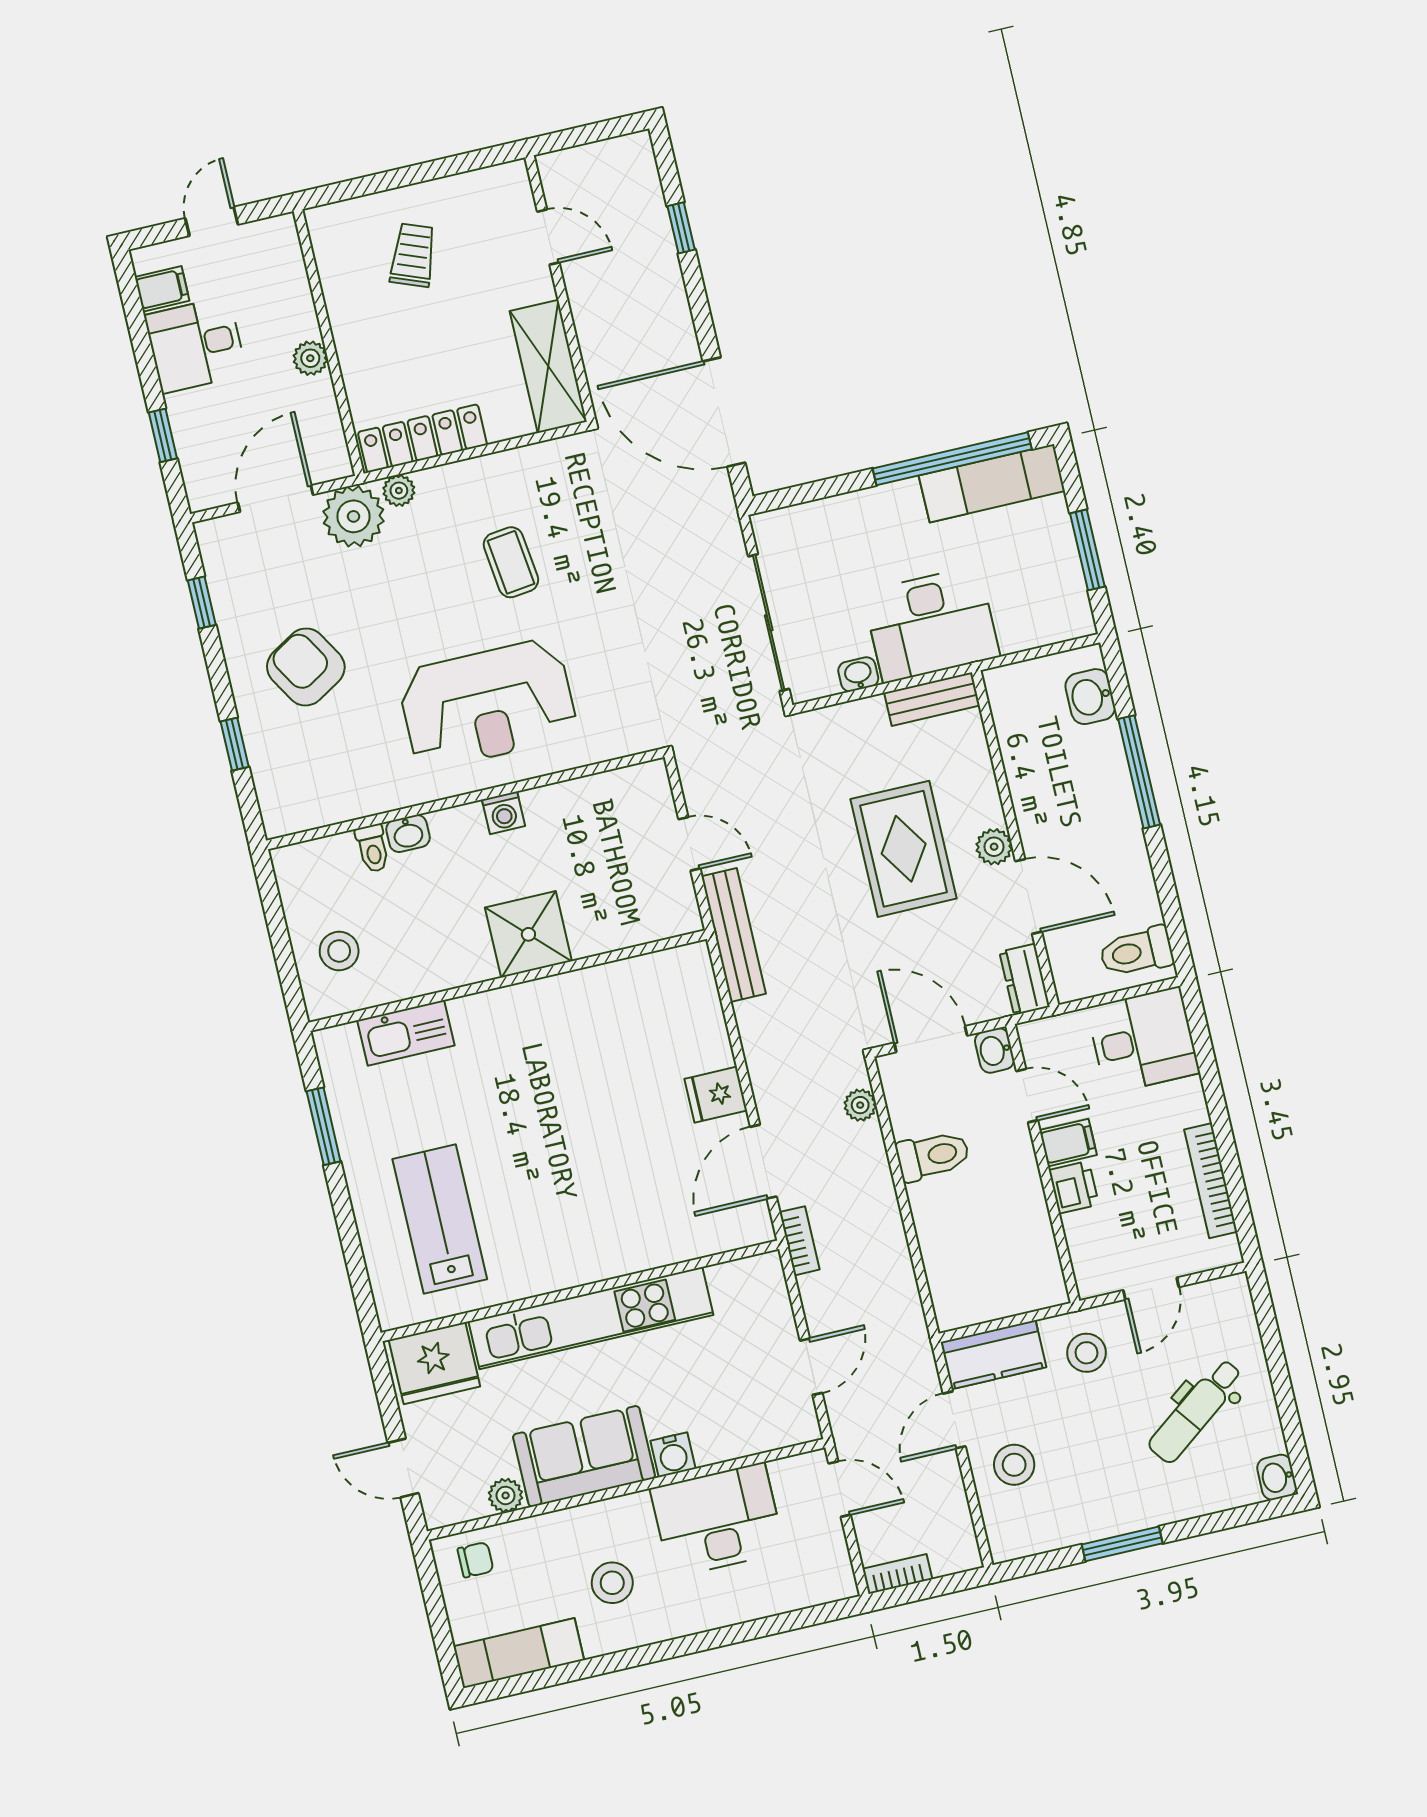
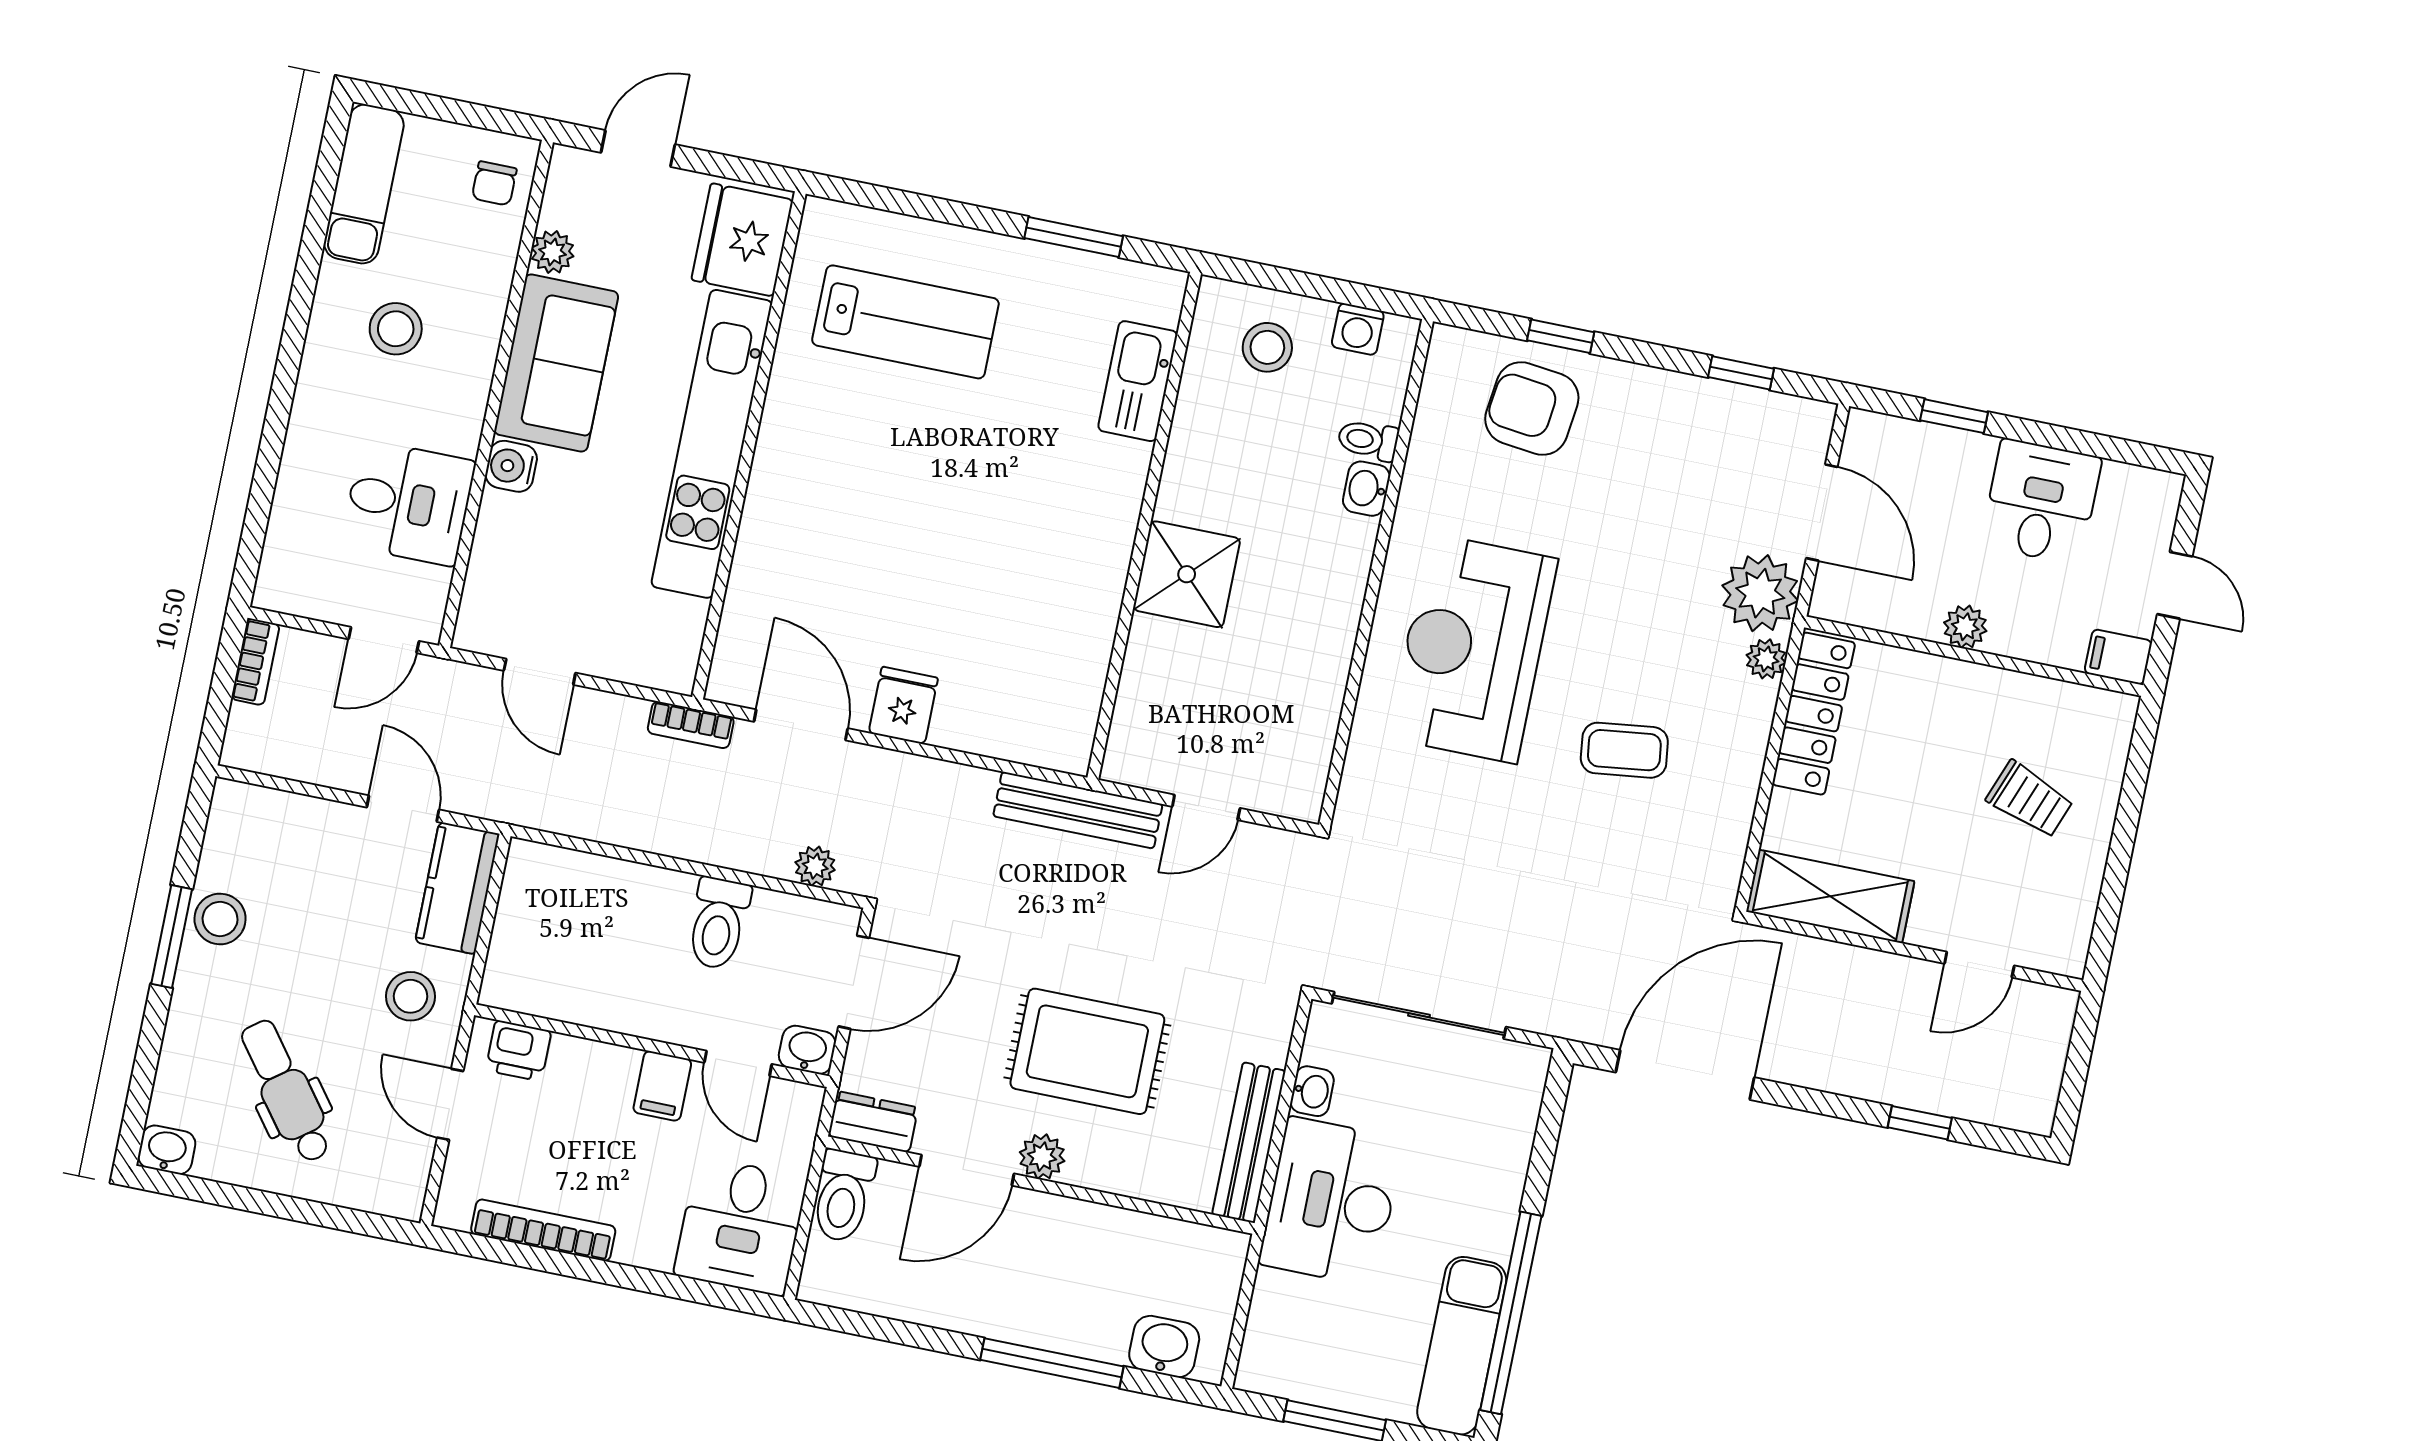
filing cabinet: (162, 289) -> (2118, 657), moved, turned 90
armchair: (306, 667) -> (1532, 408), moved, turned -142
bench: (932, 699) -> (1249, 1143), width x1.36
washing machine: (503, 813) -> (1358, 329), moved, turned -90
toilet: (1136, 952) -> (843, 1196), moved, turned 180
door: (1027, 1096) -> (738, 1063), hinge flipped
printer: (1074, 1187) -> (518, 1051), moved
stool: (1014, 1465) -> (220, 919), moved
desk: (717, 1520) -> (408, 503), width x0.73

